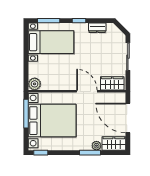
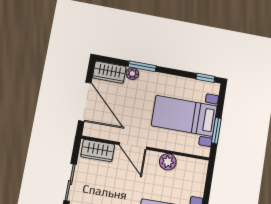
plant: (35, 84) -> (168, 162), moved
window: (26, 114) -> (216, 131), width x0.69
bed with nightstands: (52, 121) -> (184, 116), width x0.73

